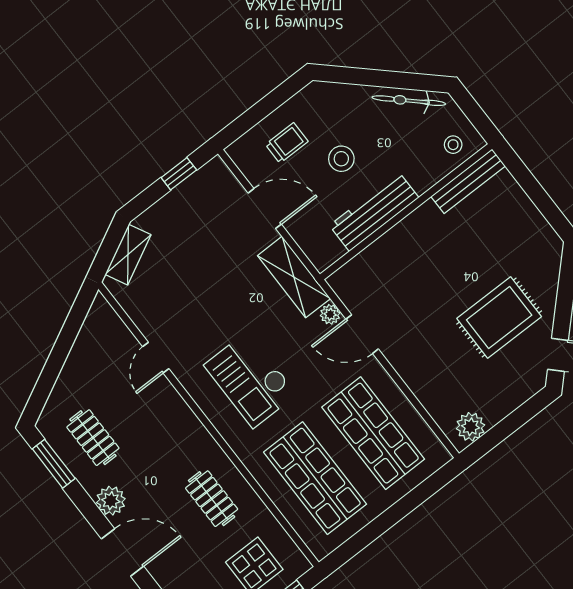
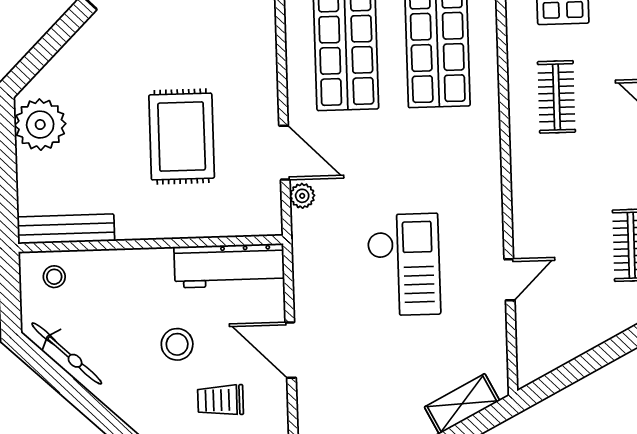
workbench: (374, 211) -> (229, 266), moved
plant: (534, 237) -> (40, 125), added
shelving: (294, 277) -> (311, 260), removed
rug: (499, 317) -> (182, 137), moved, turned 90
checkout: (250, 380) -> (404, 265), moved

